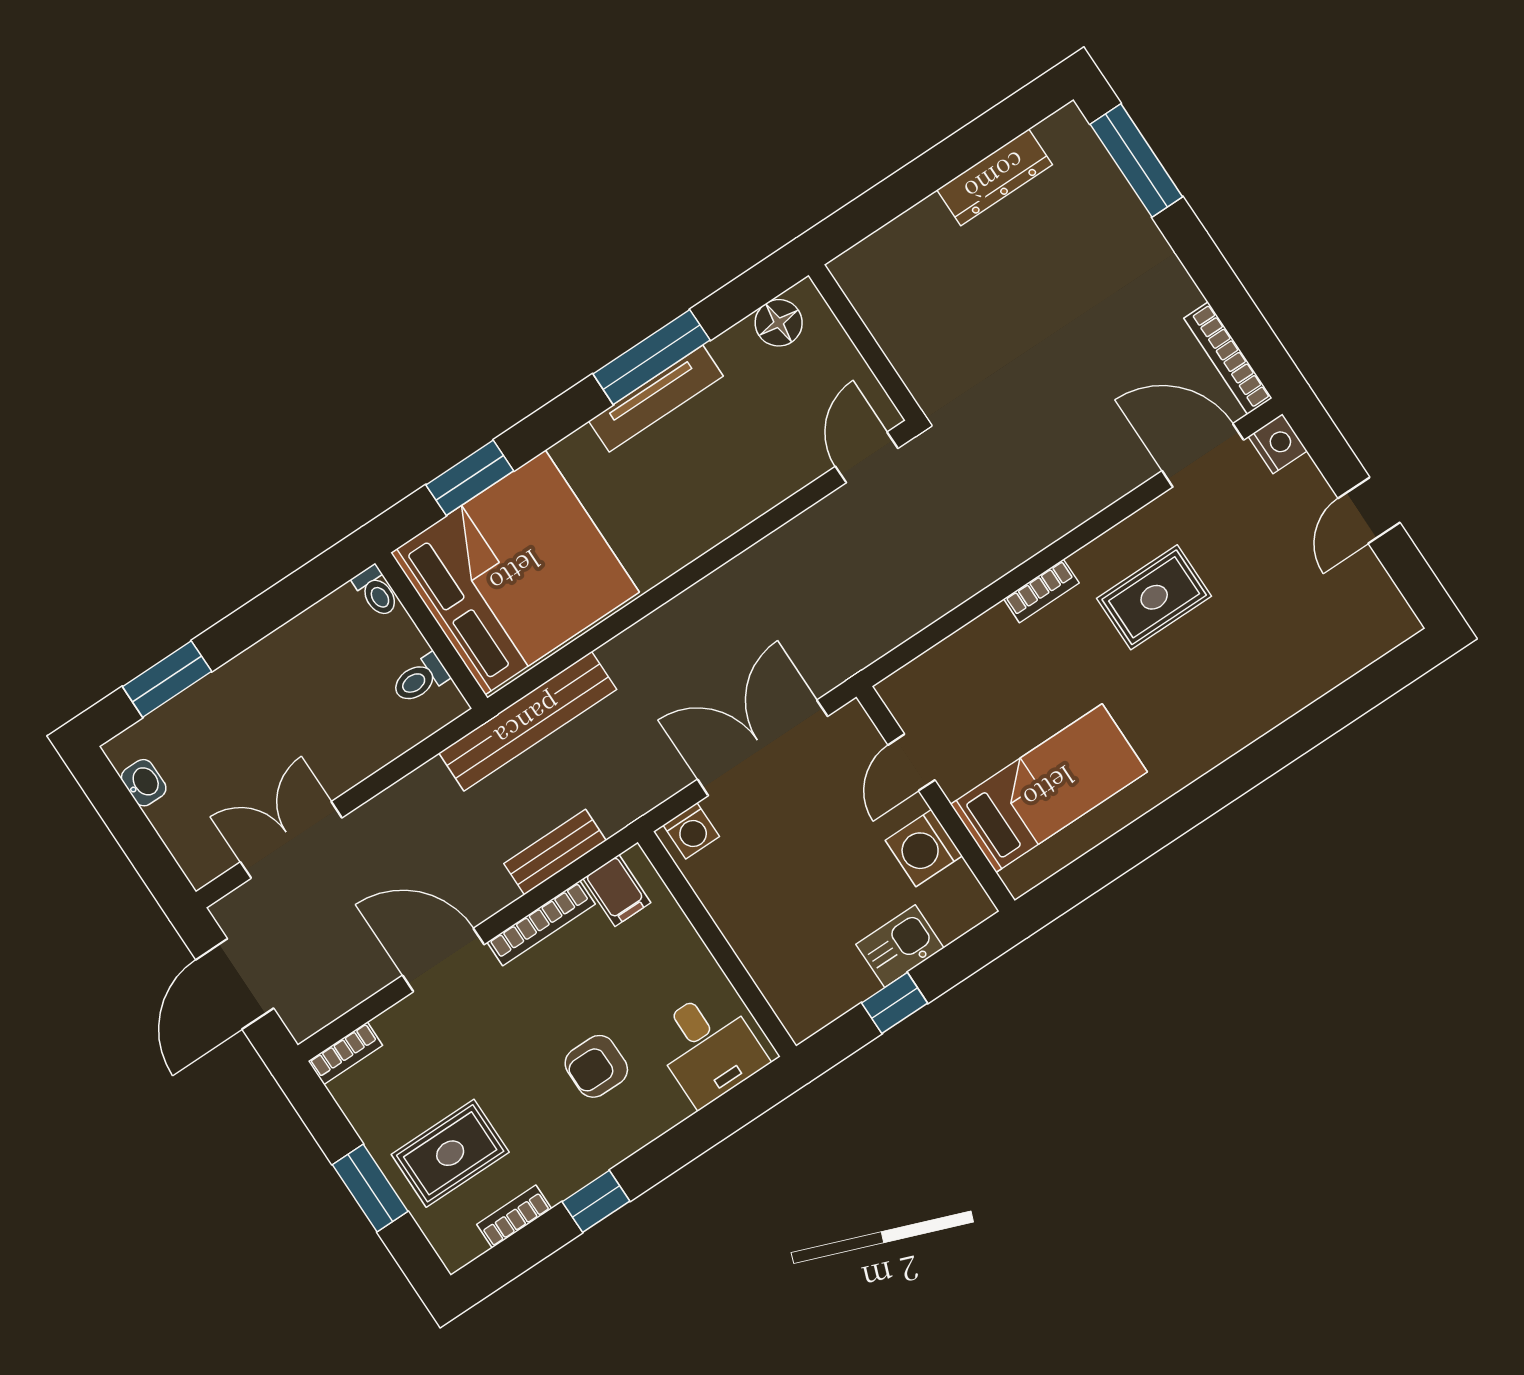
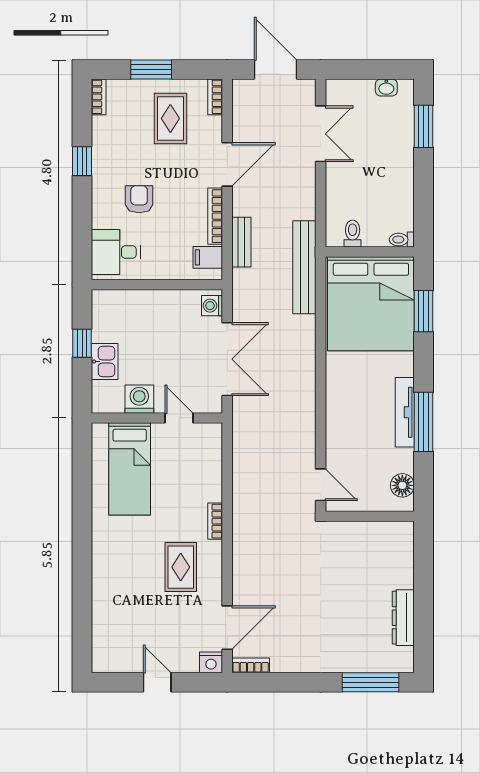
bookcase: (1228, 358) -> (251, 665), width x0.64
rug: (450, 1153) -> (170, 118), moved
bookcase: (514, 1217) -> (99, 97), moved

